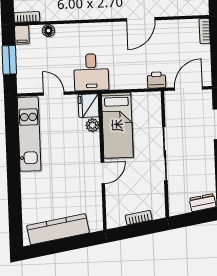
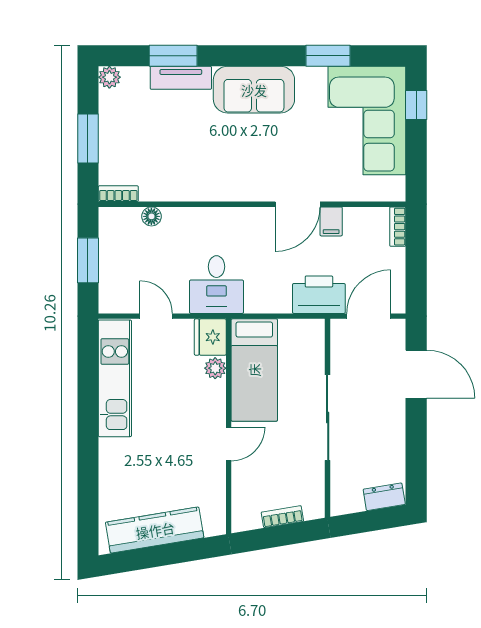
filing cabinet: (22, 35) -> (331, 221), moved
printer: (157, 80) -> (319, 295), width x1.87, depth x1.48

